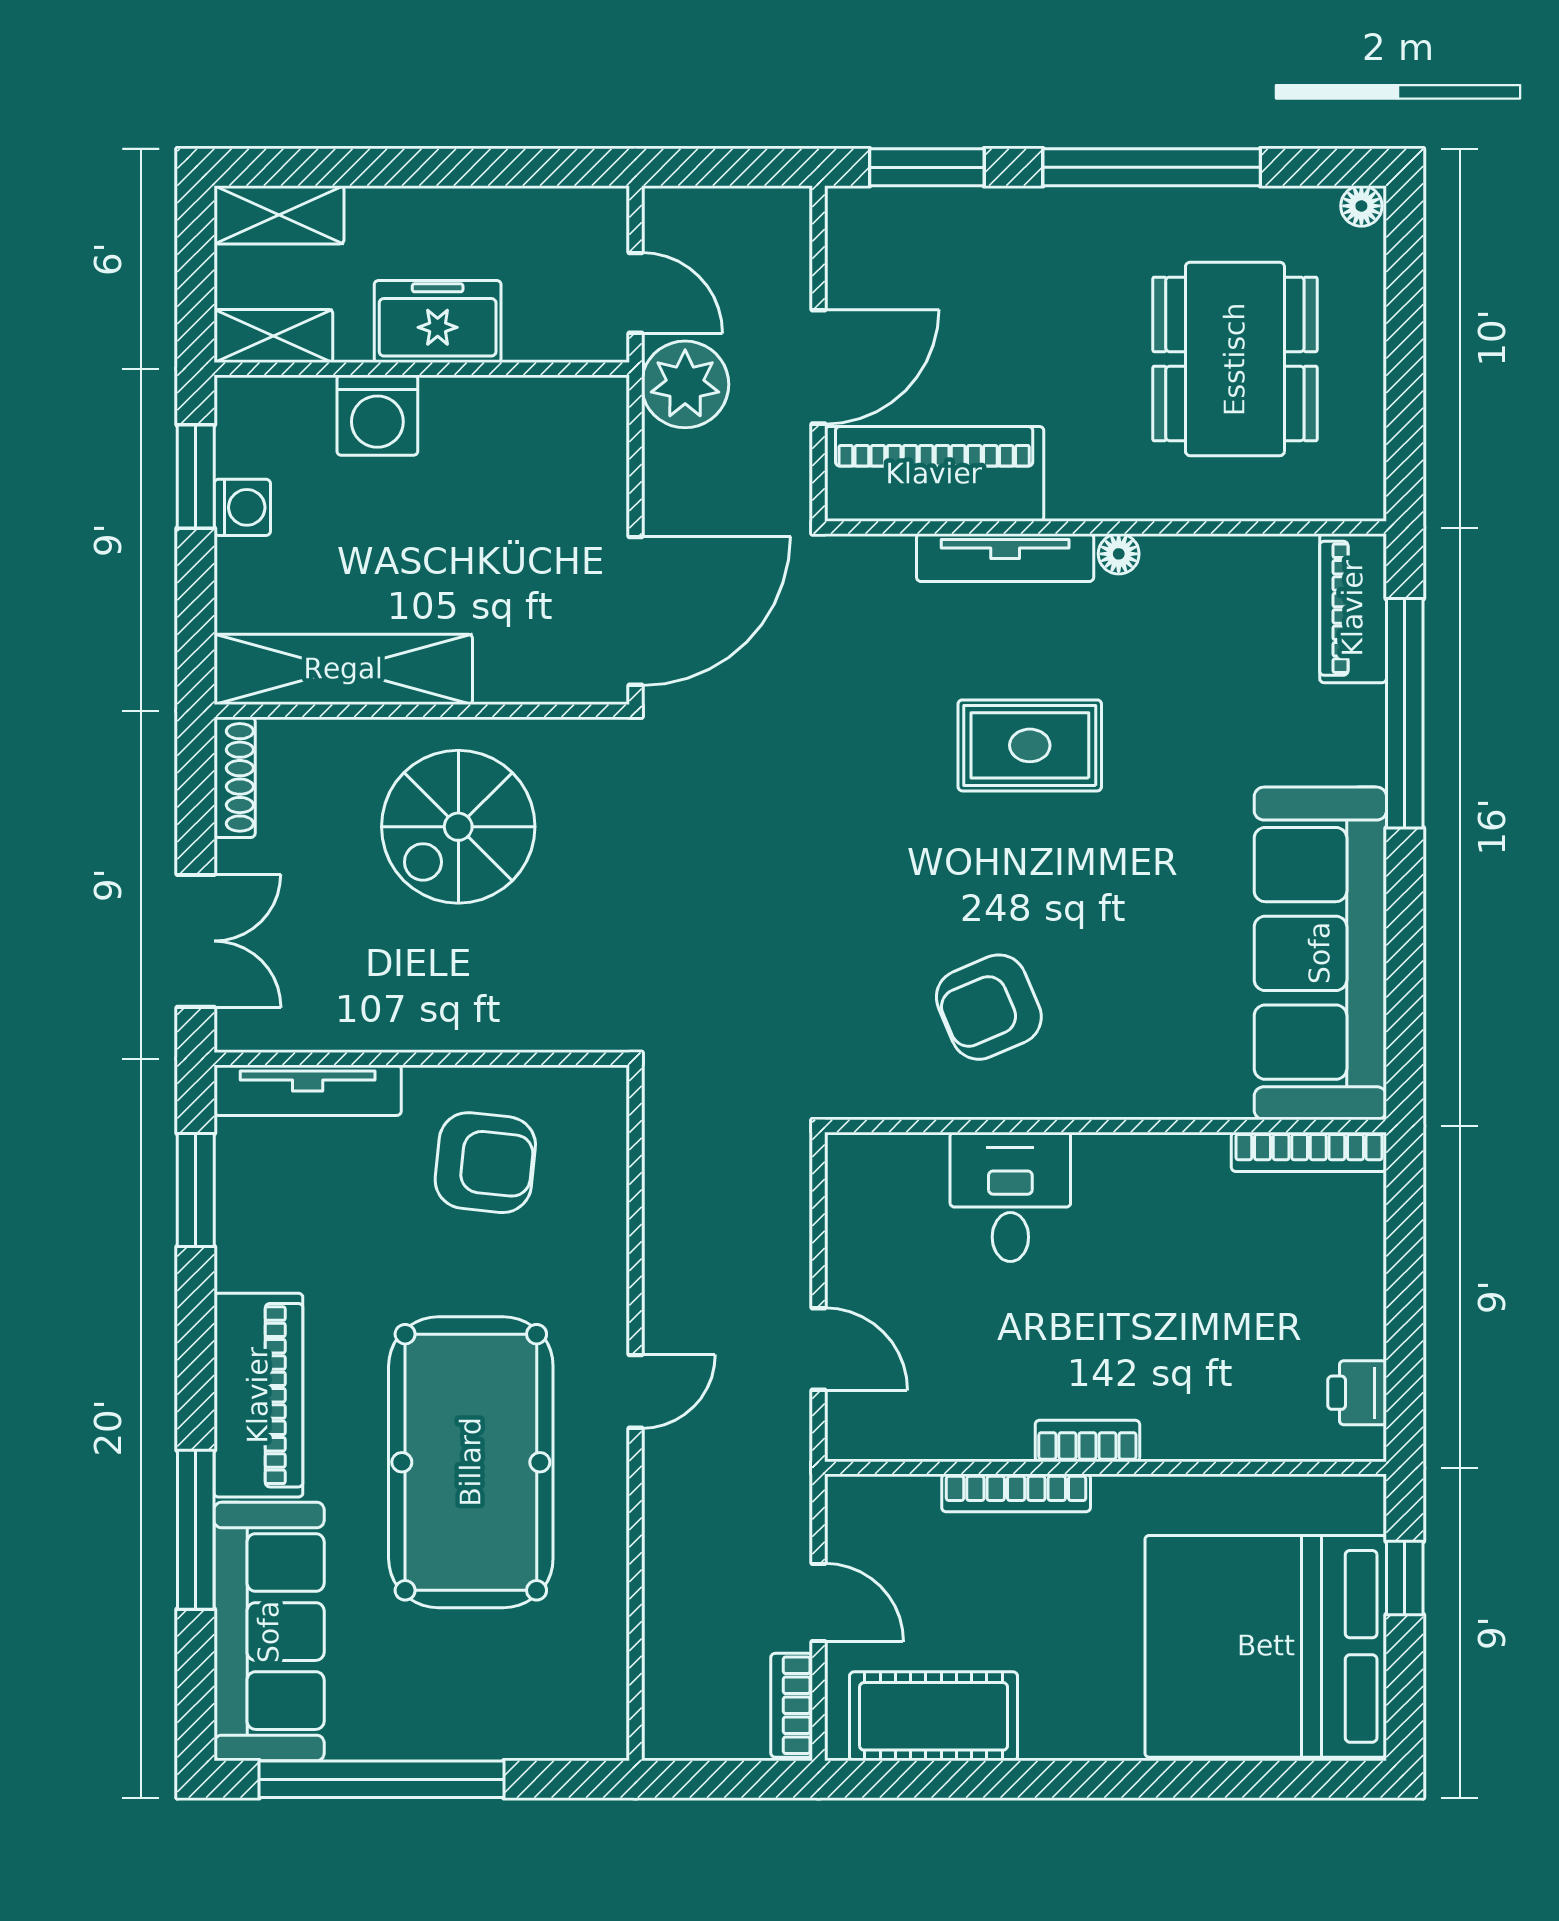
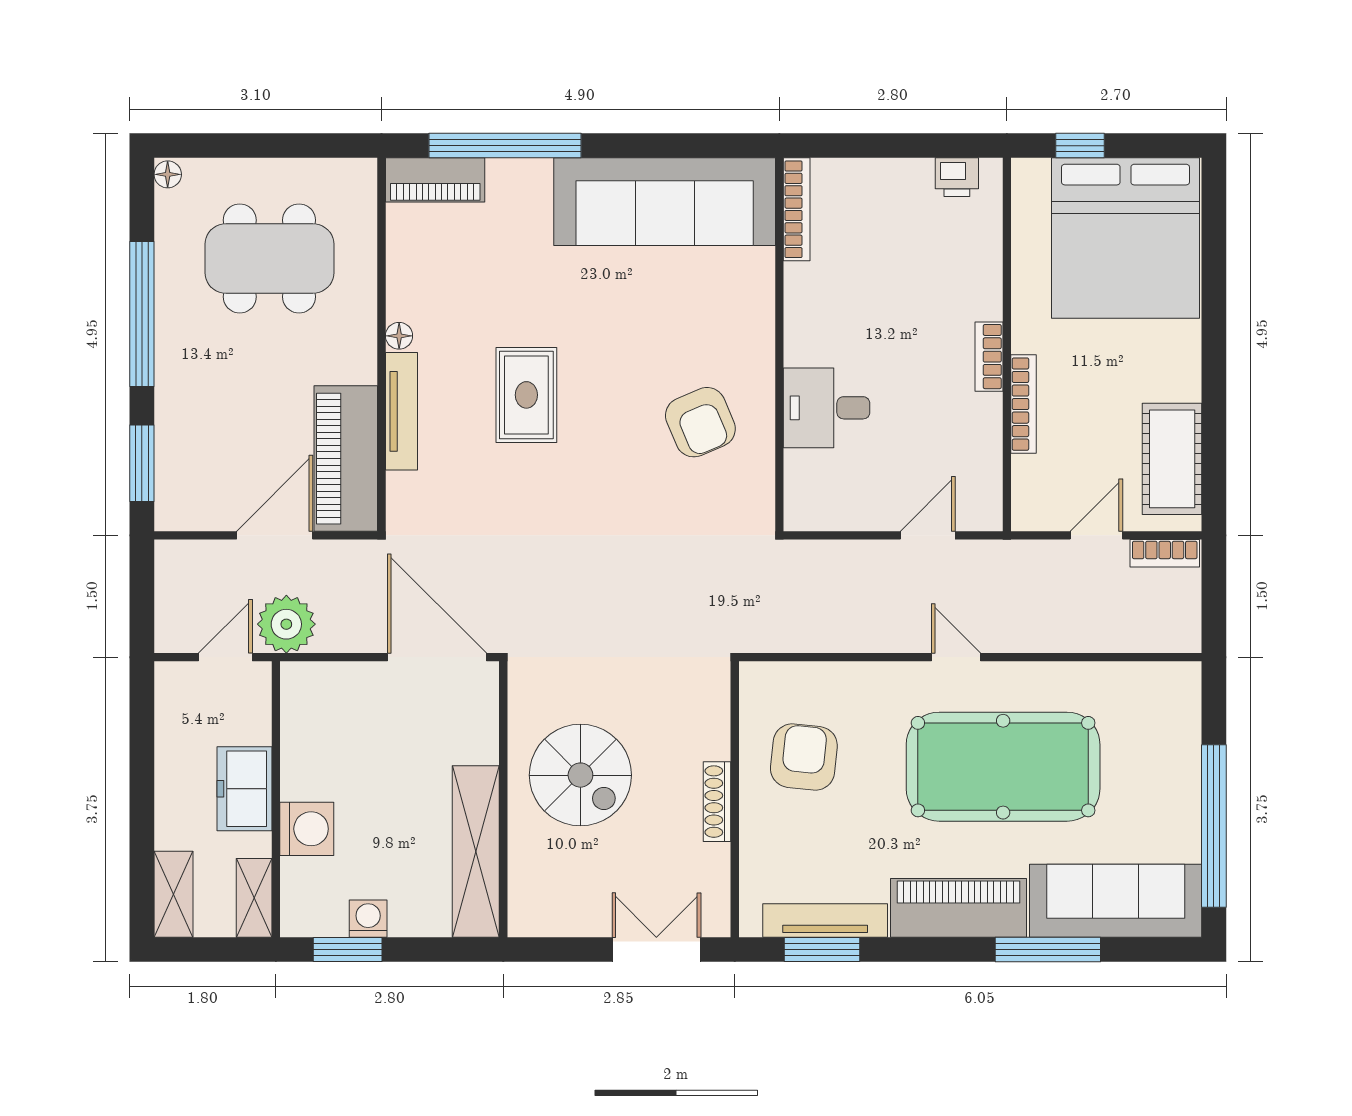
door: (819, 367) -> (275, 535), hinge flipped
shoe rack: (235, 777) -> (717, 802), moved, turned -90
tv unit: (308, 1090) -> (825, 921), moved, turned -90

